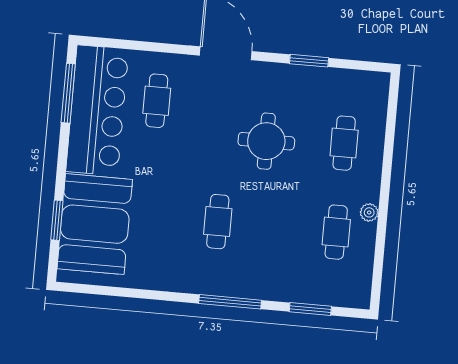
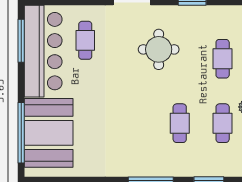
round table: (266, 141) -> (159, 49), moved
window: (57, 220) -> (21, 133), width x2.11
cafe table: (218, 222) -> (180, 123), moved

